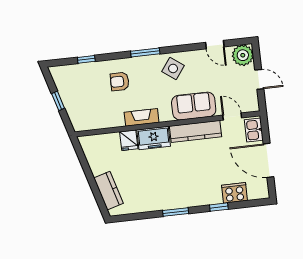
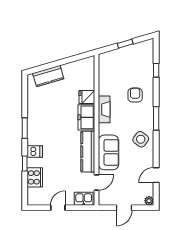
plant: (243, 55) -> (149, 201), width x0.53, depth x0.53
door: (268, 160) -> (58, 208), width x0.53
dishwasher: (203, 196) -> (35, 151), added

